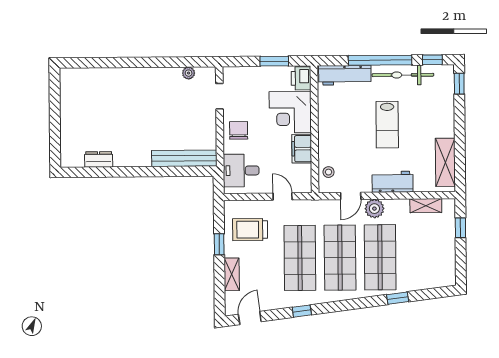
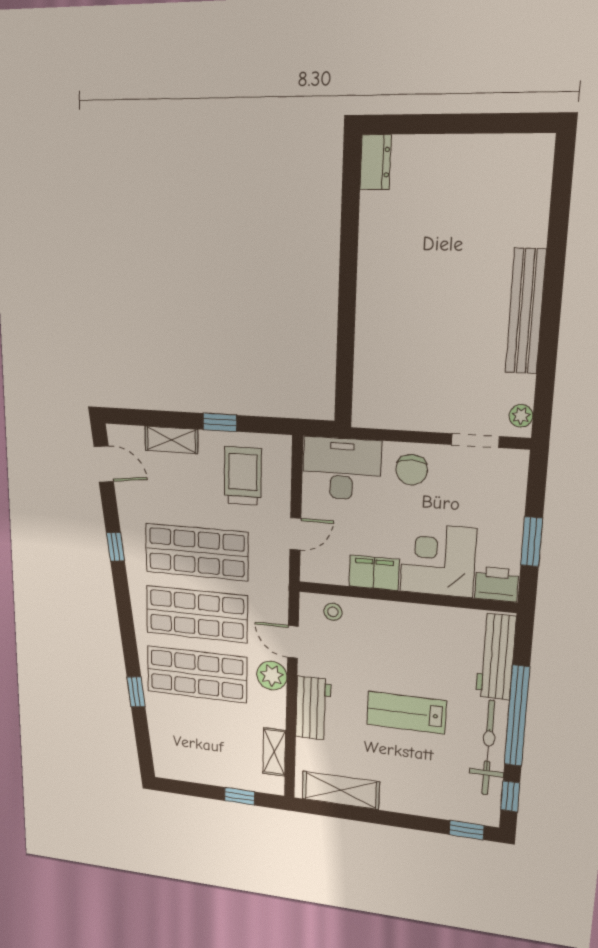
plant: (189, 73) -> (521, 416), moved
chair: (239, 130) -> (412, 470), turned 90
bench: (184, 158) -> (526, 311), moved
dresser: (99, 159) -> (375, 162), moved
desk: (241, 171) -> (342, 469), width x1.37

